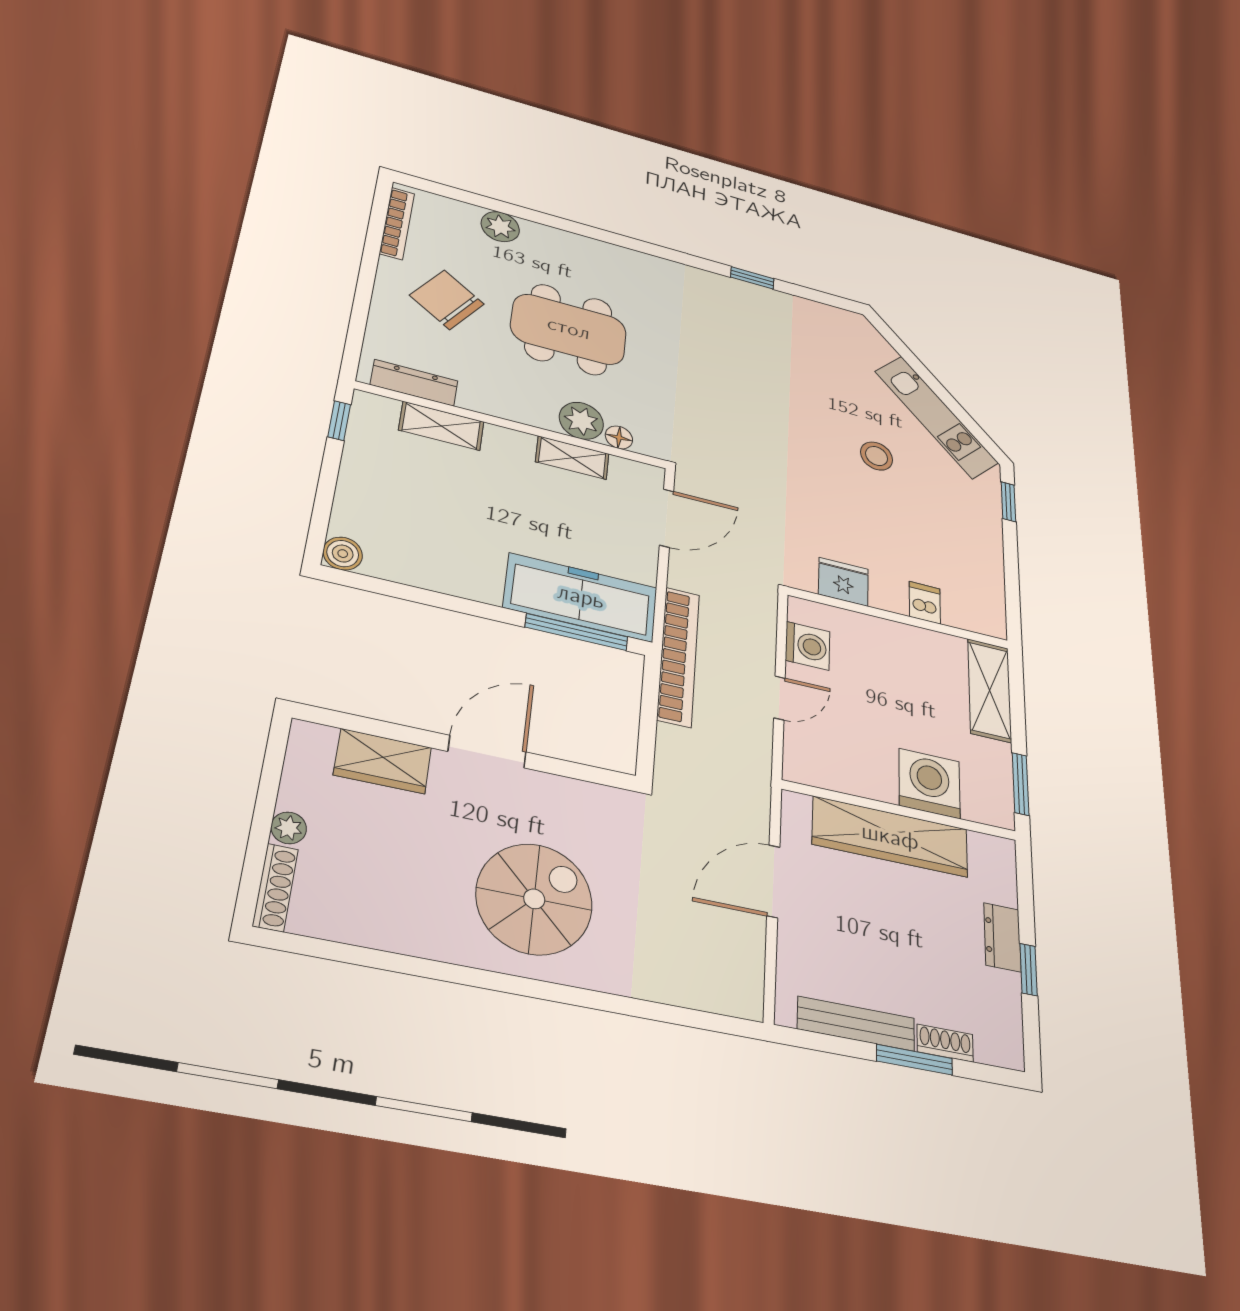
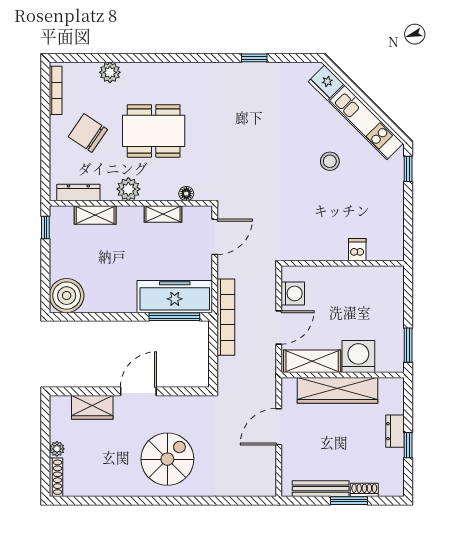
plant: (581, 421) -> (128, 189), moved
boiler: (343, 554) -> (67, 296), width x1.86, depth x1.86
fridge: (843, 582) -> (326, 83), moved, turned -135
shelving: (990, 690) -> (312, 361), moved, turned 90
door: (779, 698) -> (279, 327), width x1.38

